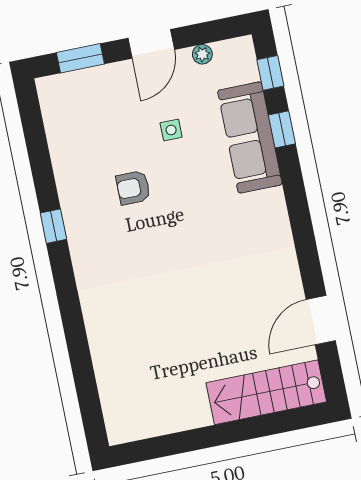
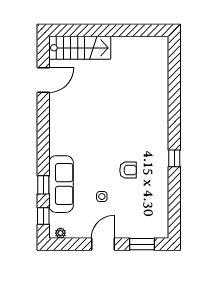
plant: (202, 54) -> (60, 233), moved

